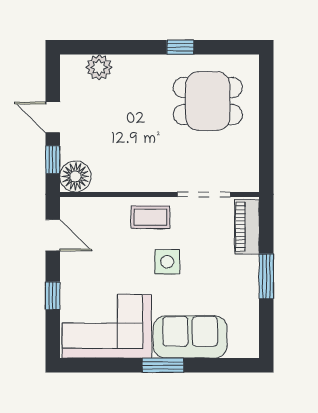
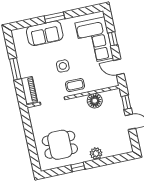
plant: (99, 67) -> (96, 153), moved
floor lamp: (75, 176) -> (95, 101), moved
corner sofa: (107, 326) -> (94, 41), moved, turned 90

